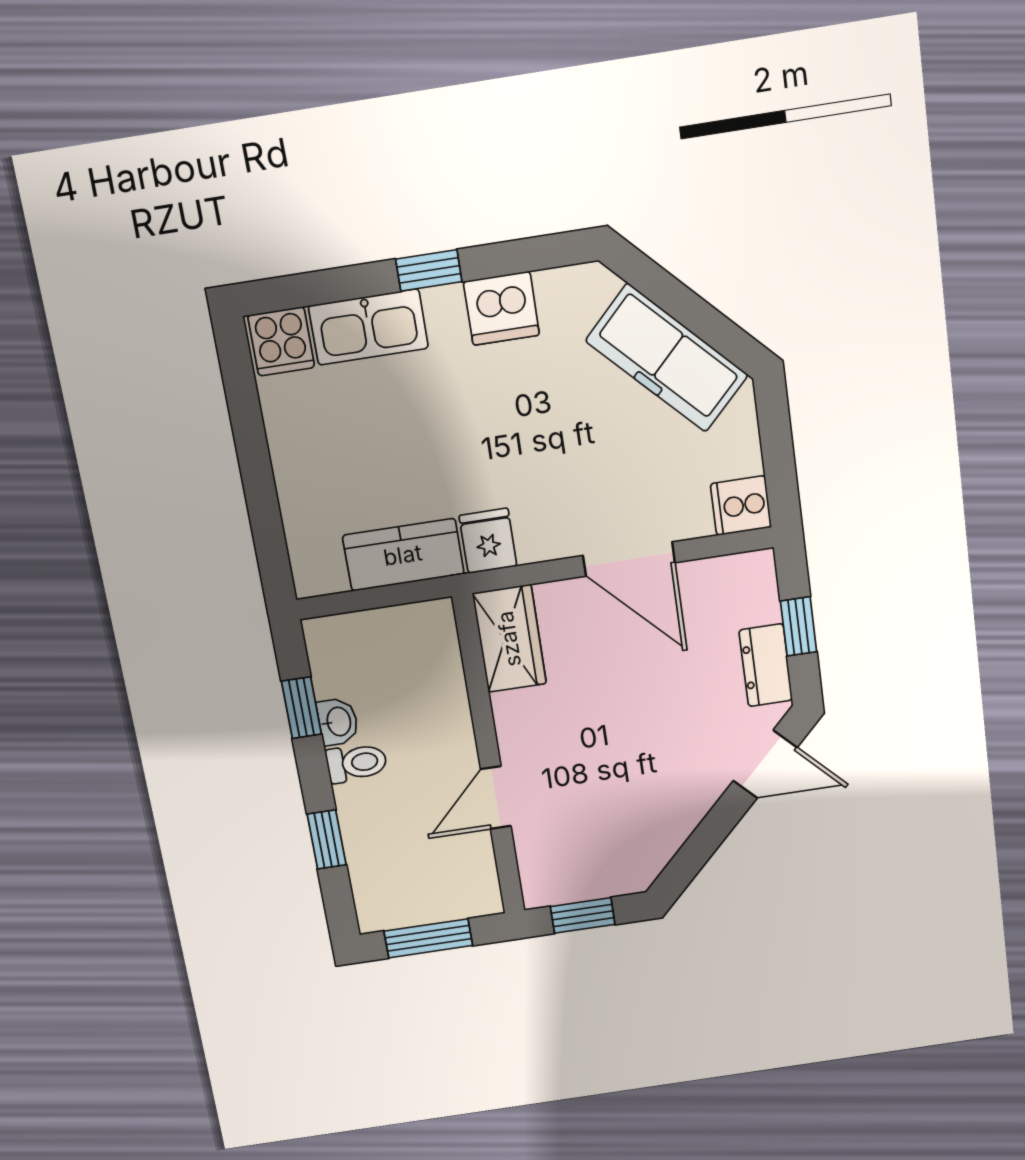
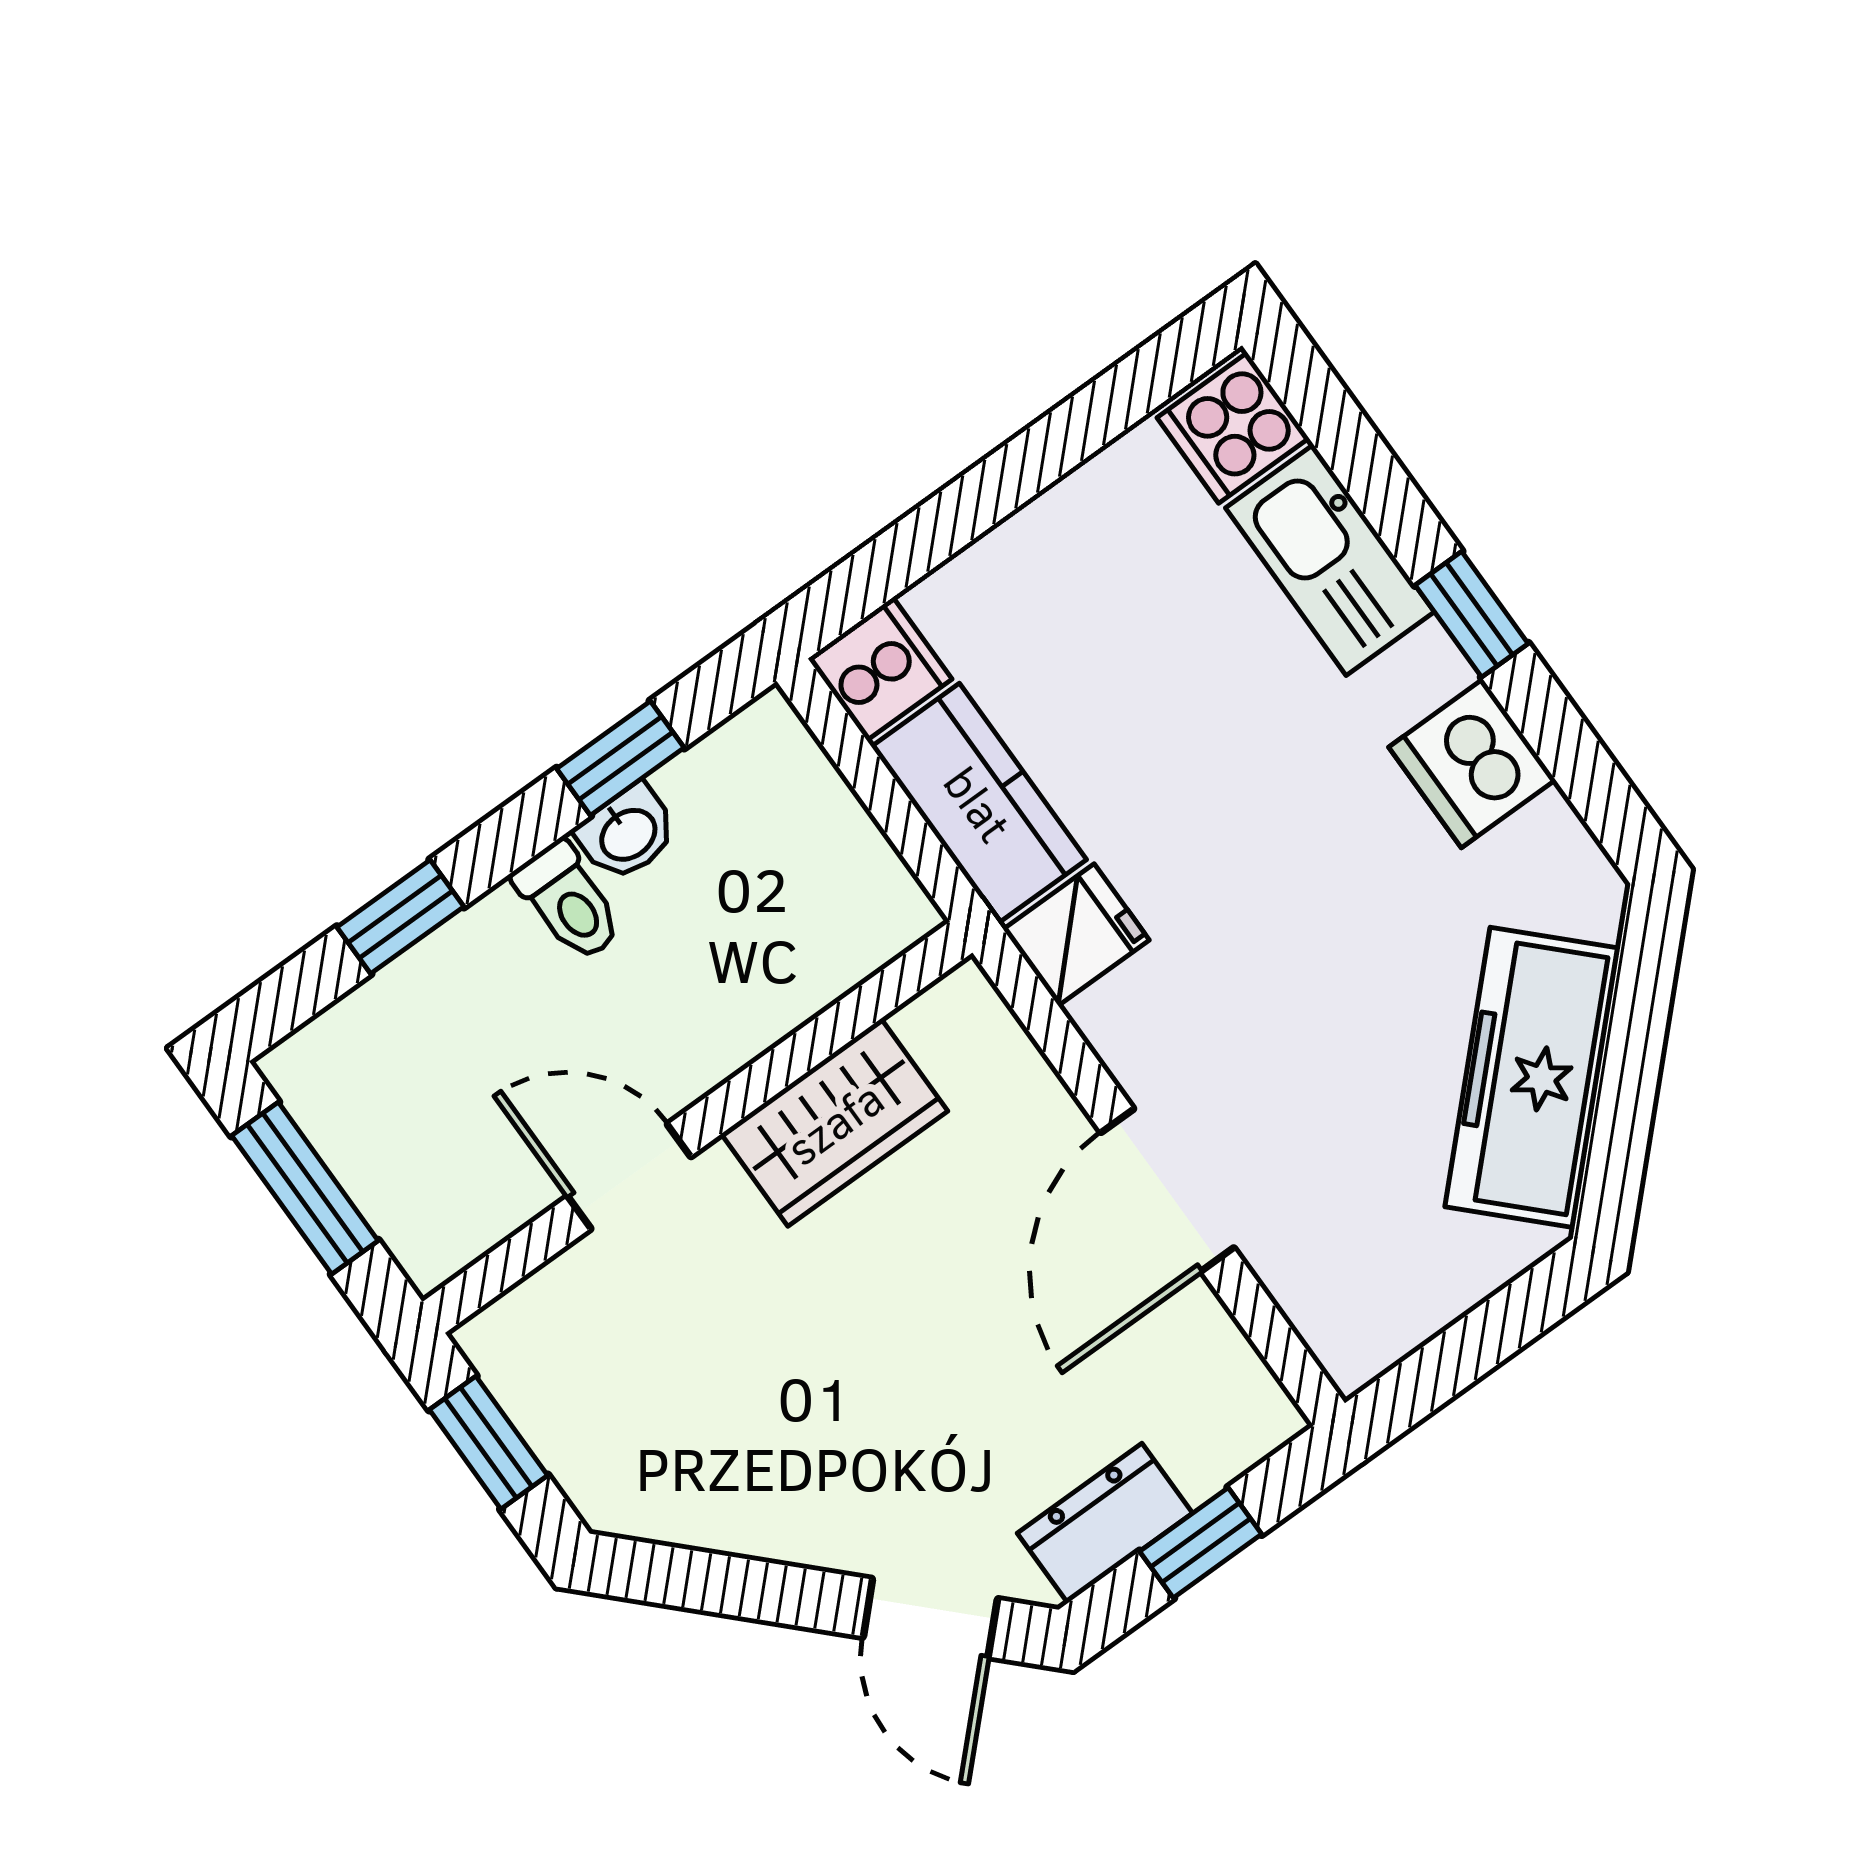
cooker: (741, 506) -> (880, 669), moved, turned 90
wardrobe: (509, 639) -> (834, 1122), moved

